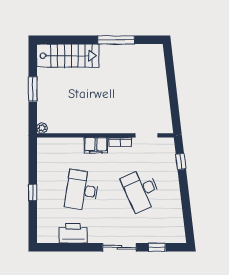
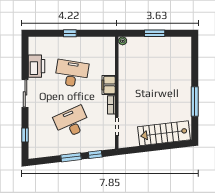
stairs: (68, 56) -> (164, 133), moved, turned 83
window: (184, 191) -> (71, 157), added
sliding door: (119, 247) -> (25, 93), moved

